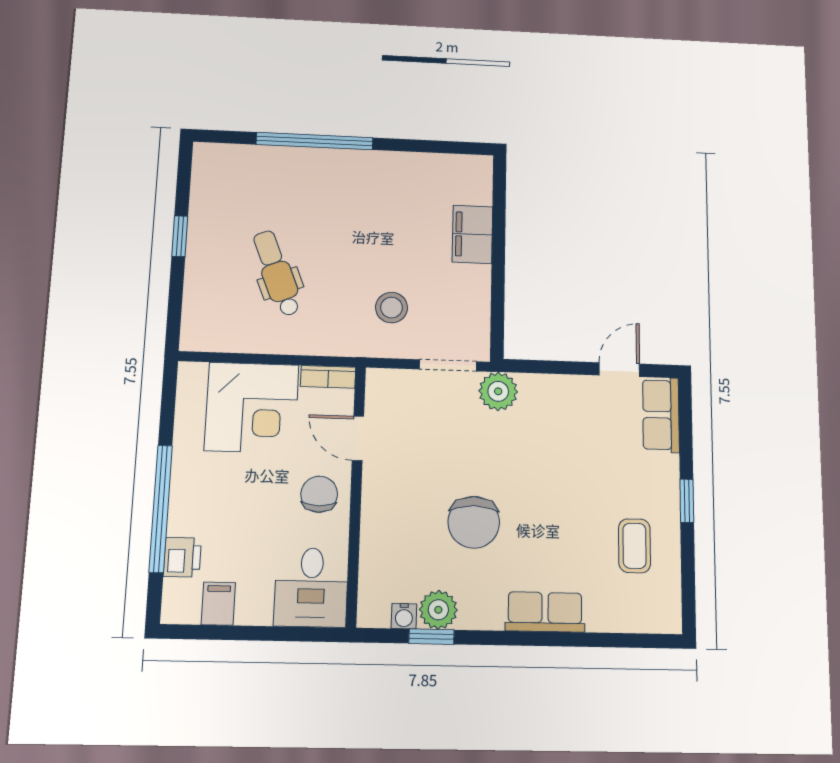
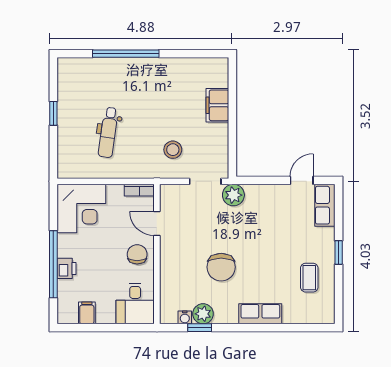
dental chair: (277, 273) -> (108, 132), turned -150
corner desk: (252, 408) -> (81, 208), moved
printer: (182, 557) -> (66, 268), moved

